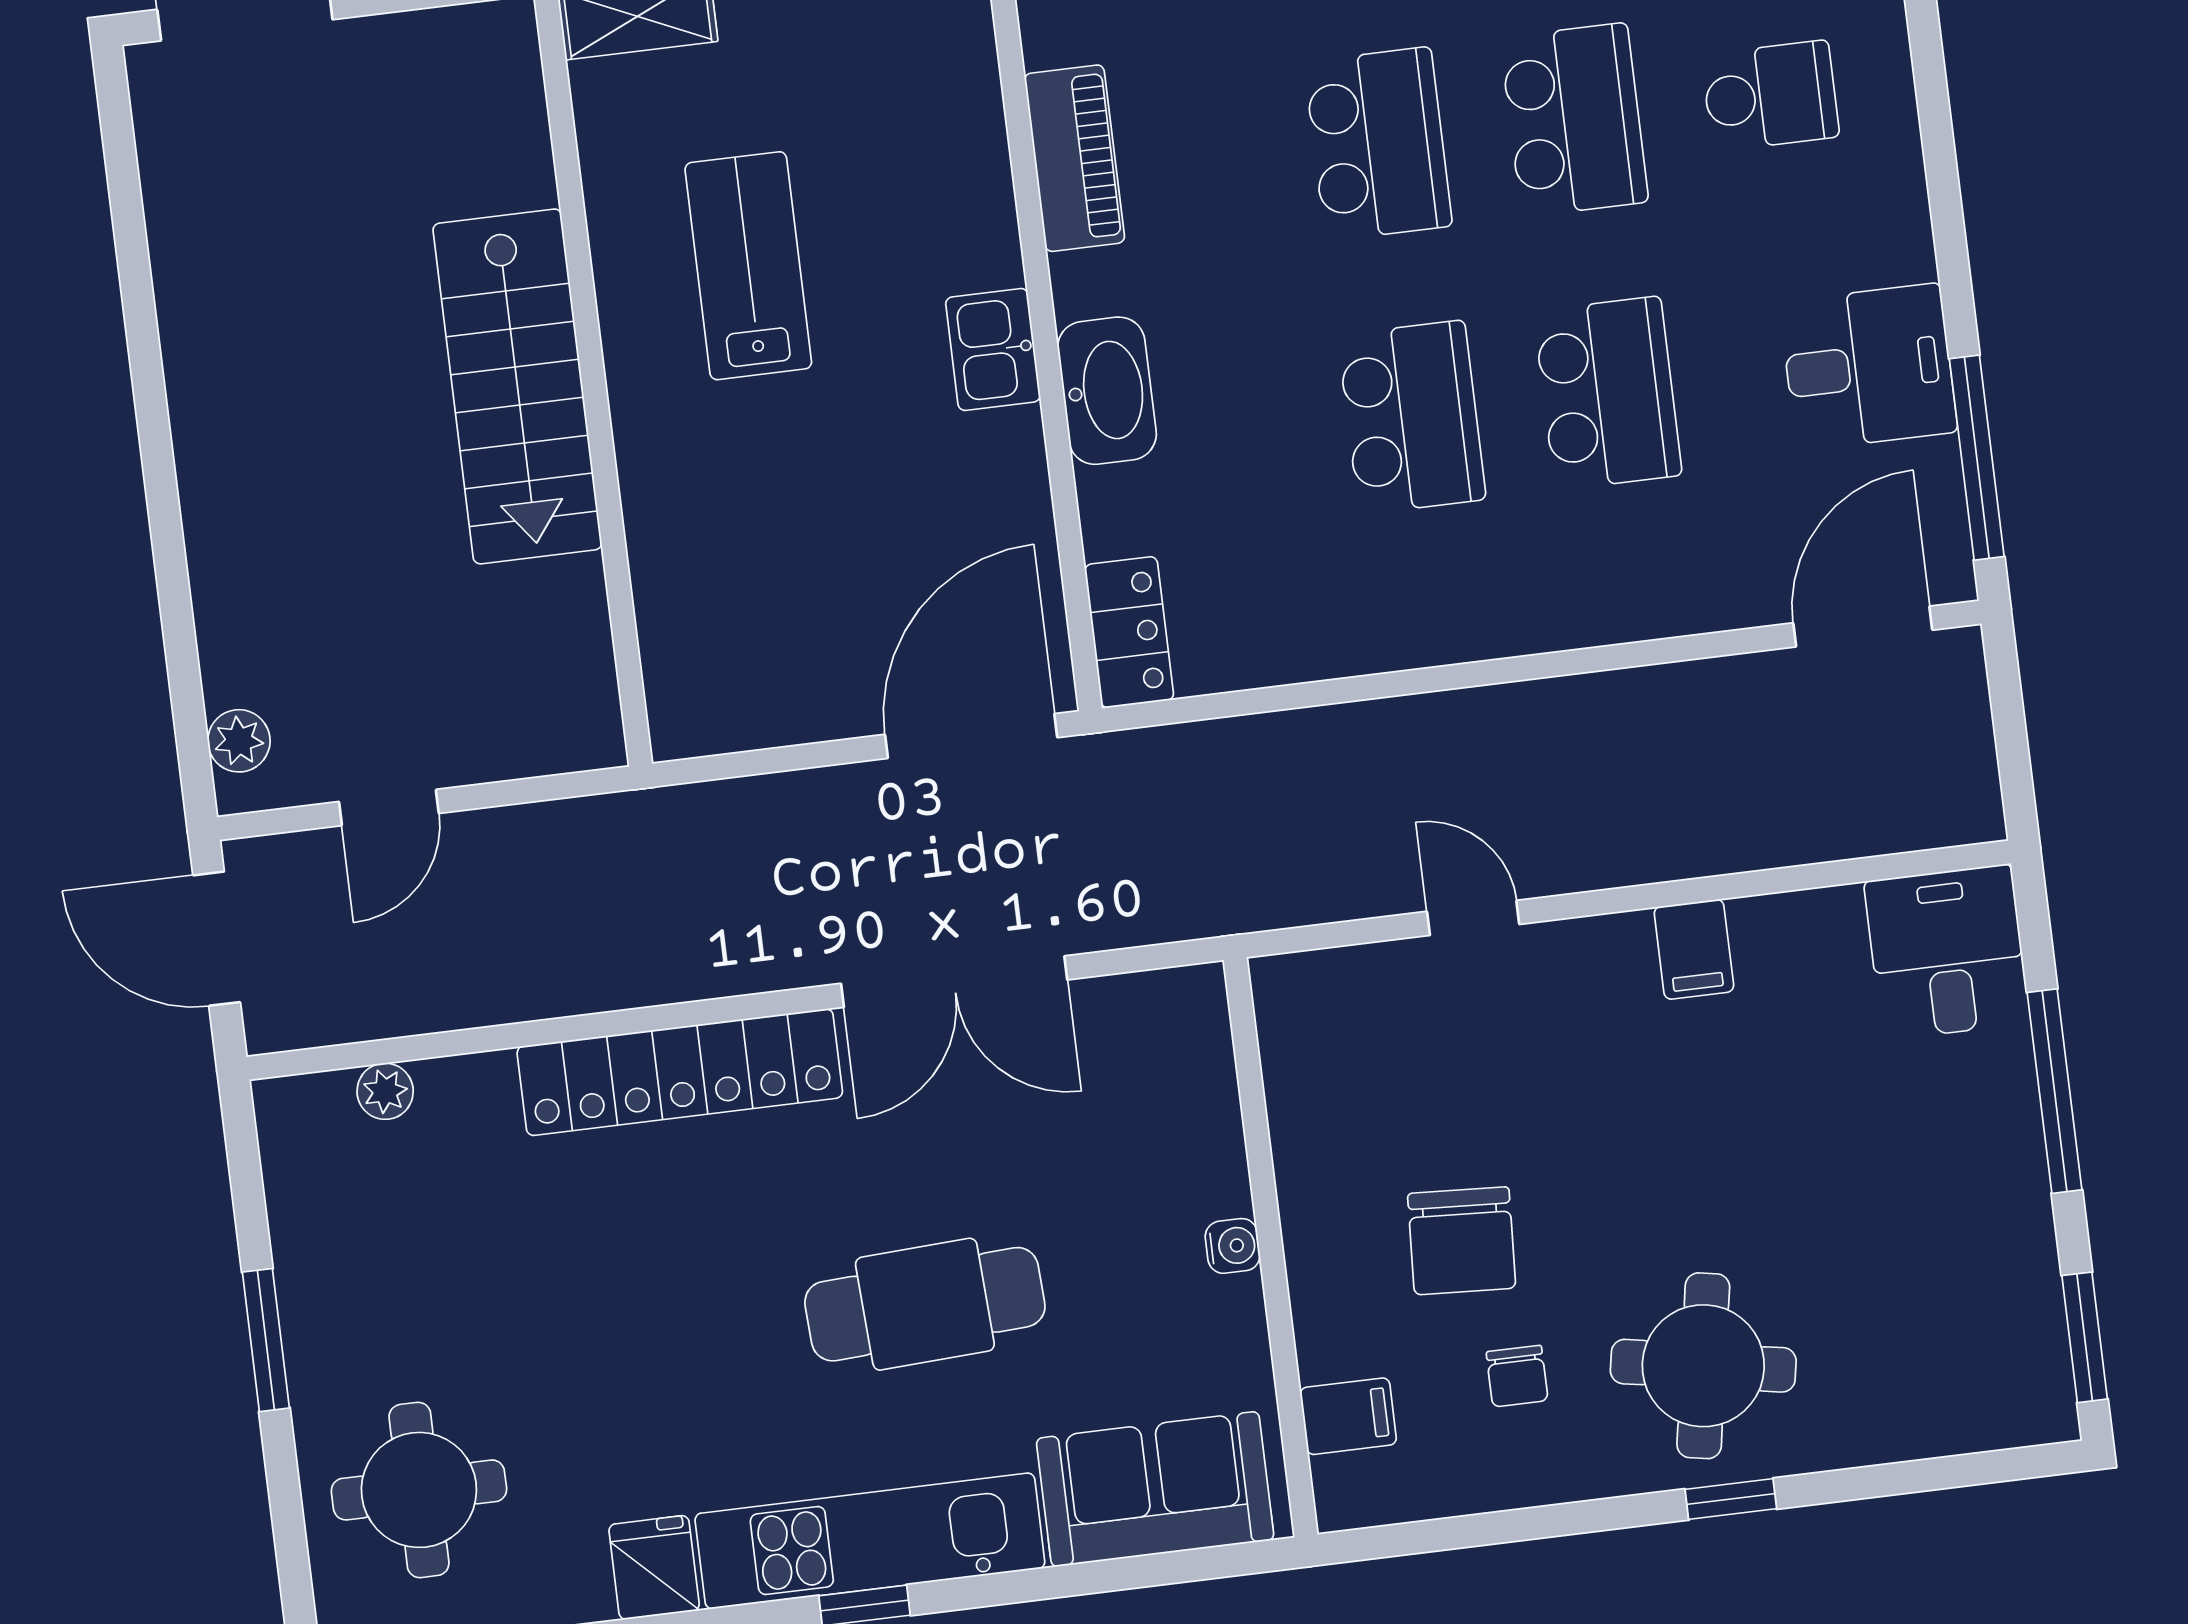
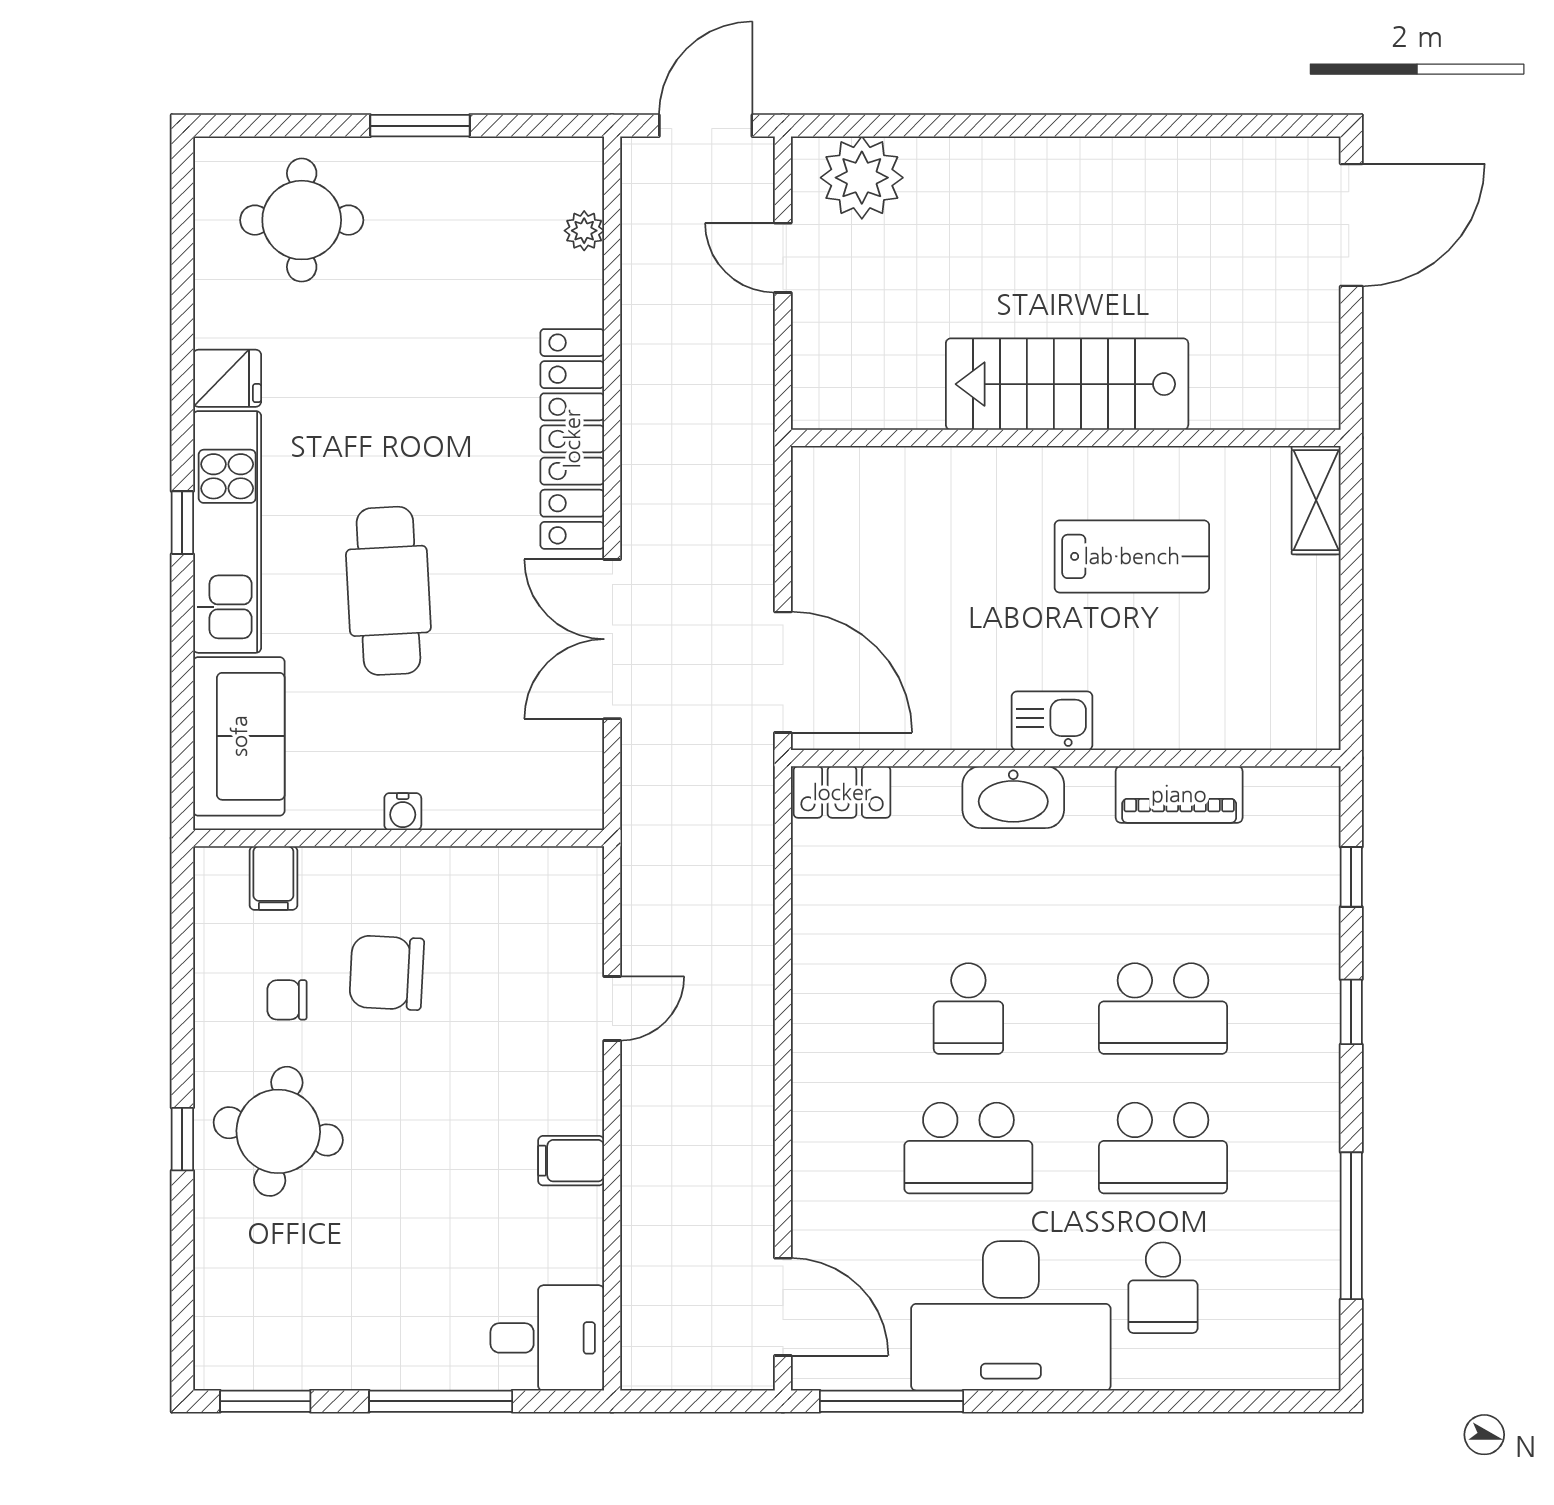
desk: (1868, 367) -> (1011, 1316), width x1.87, depth x1.30
school desk: (1412, 417) -> (968, 1009), width x0.54
plant: (239, 741) -> (862, 178), width x1.88, depth x1.88

